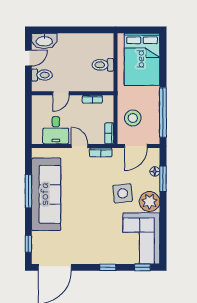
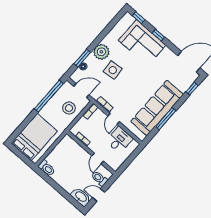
toilet: (103, 65) -> (47, 168), moved
door: (61, 93) -> (98, 158), swing flipped
corner sofa: (141, 238) -> (142, 43), moved, turned 90

